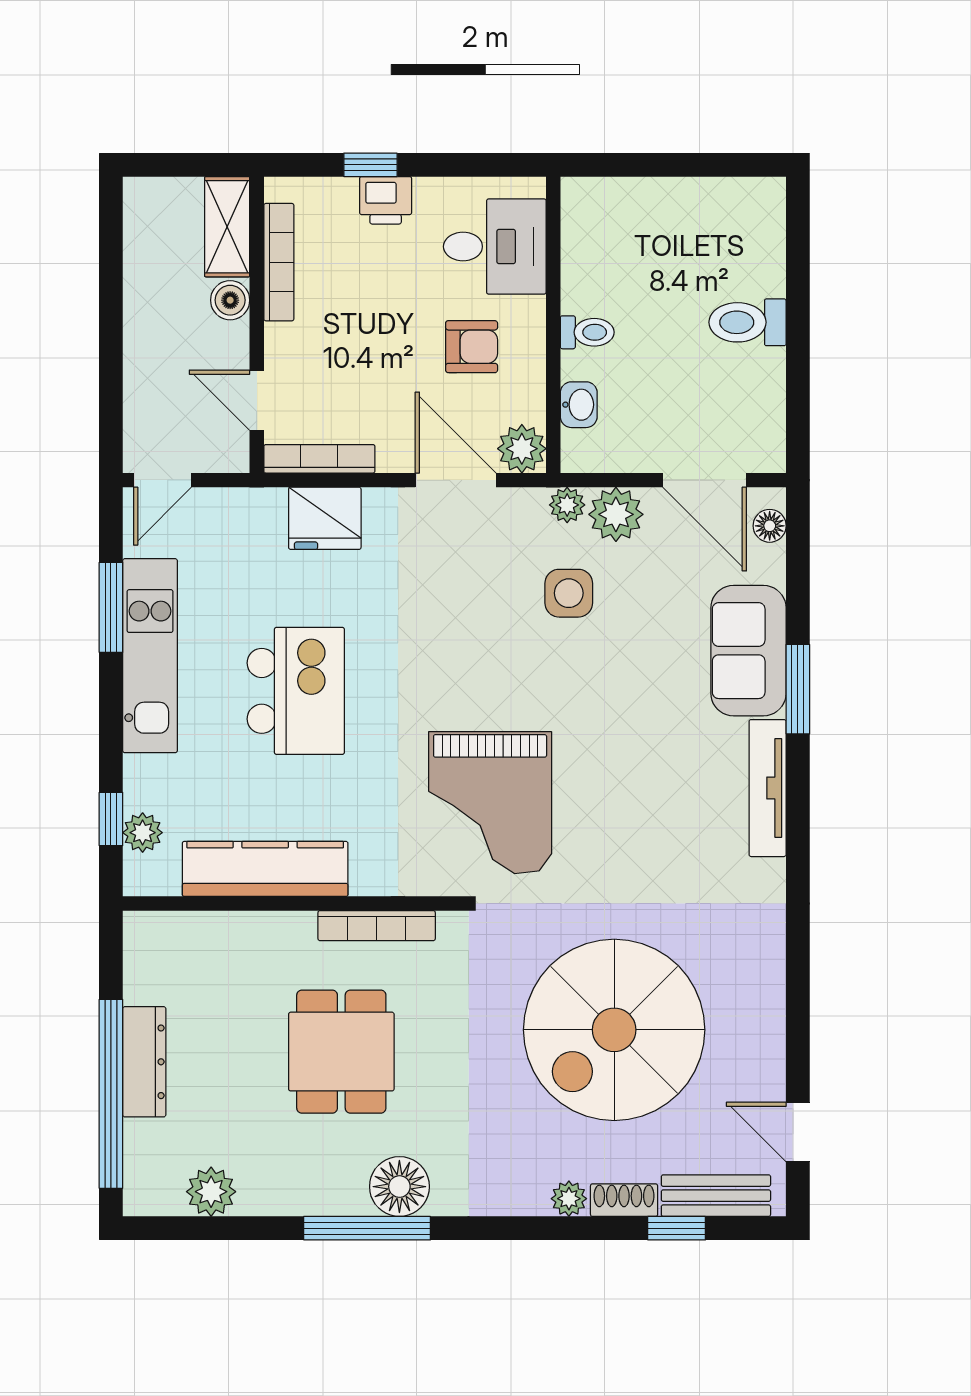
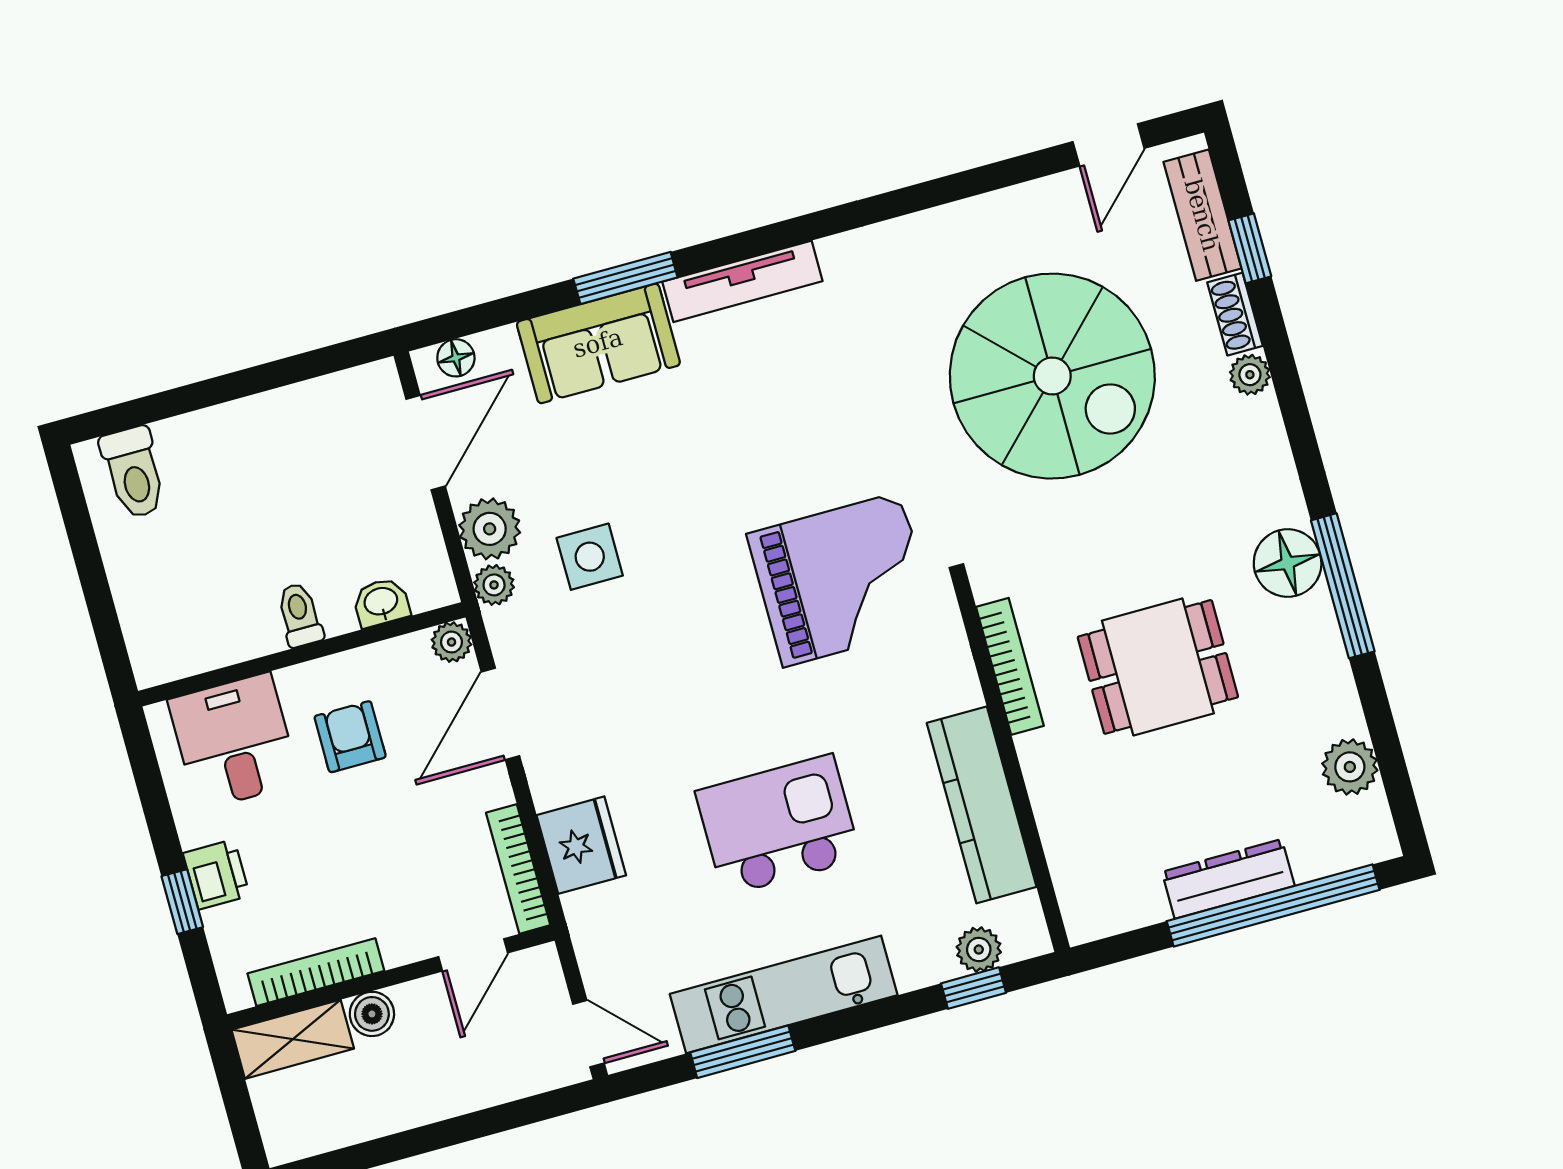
toilet: (748, 322) -> (134, 473), moved
plant: (522, 449) -> (452, 642), width x0.73, depth x0.73

